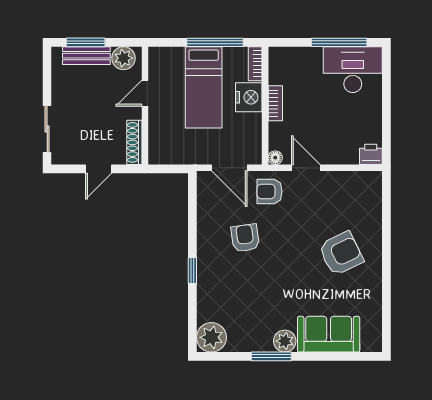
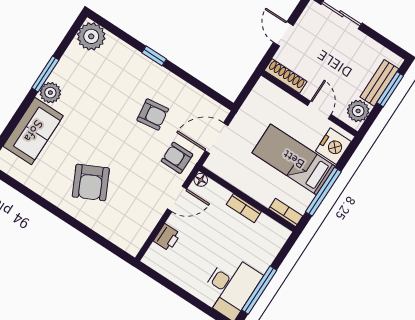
nightstand: (249, 97) -> (333, 146), moved, turned -90
printer: (371, 154) -> (167, 237), moved
armchair: (269, 191) -> (177, 158), turned -90

